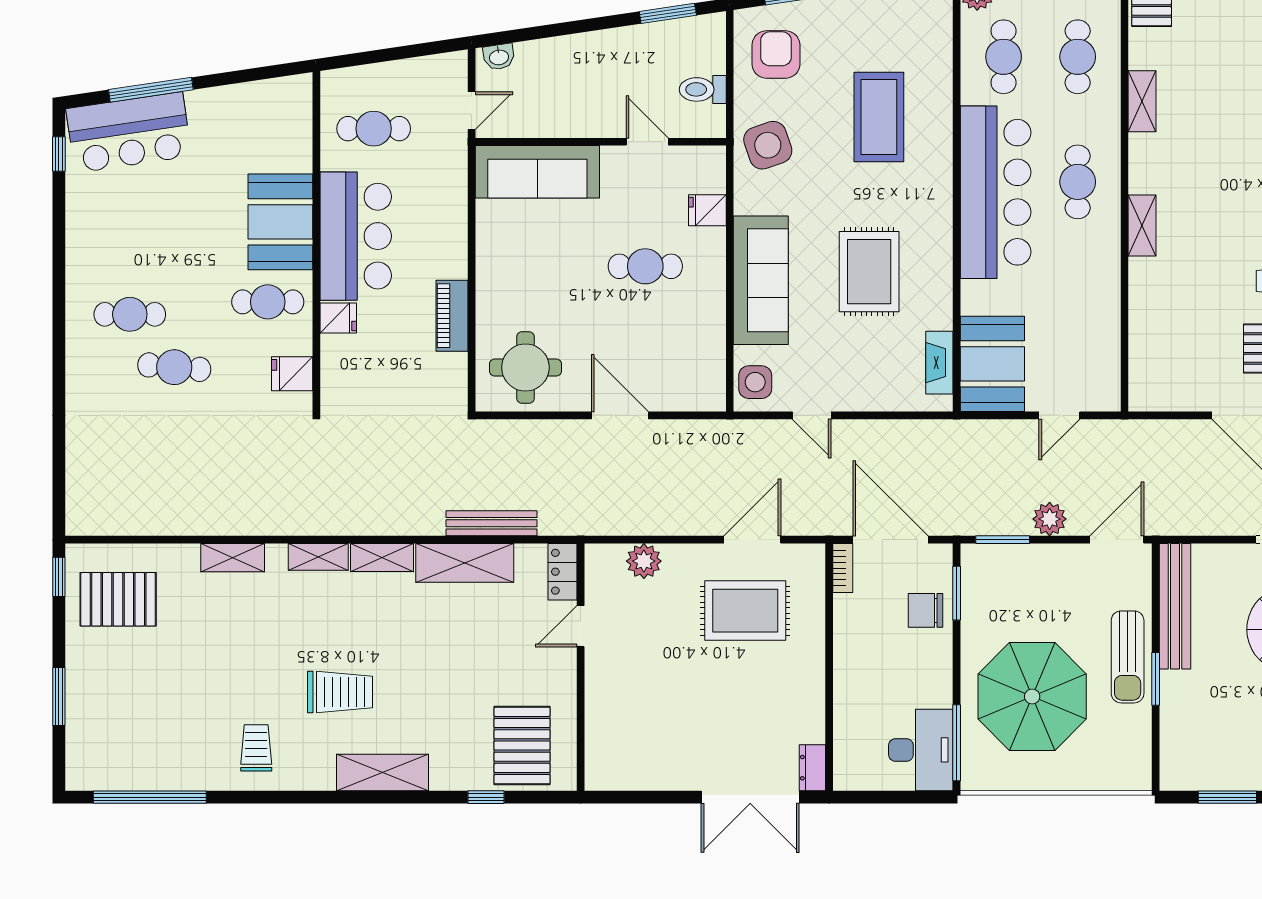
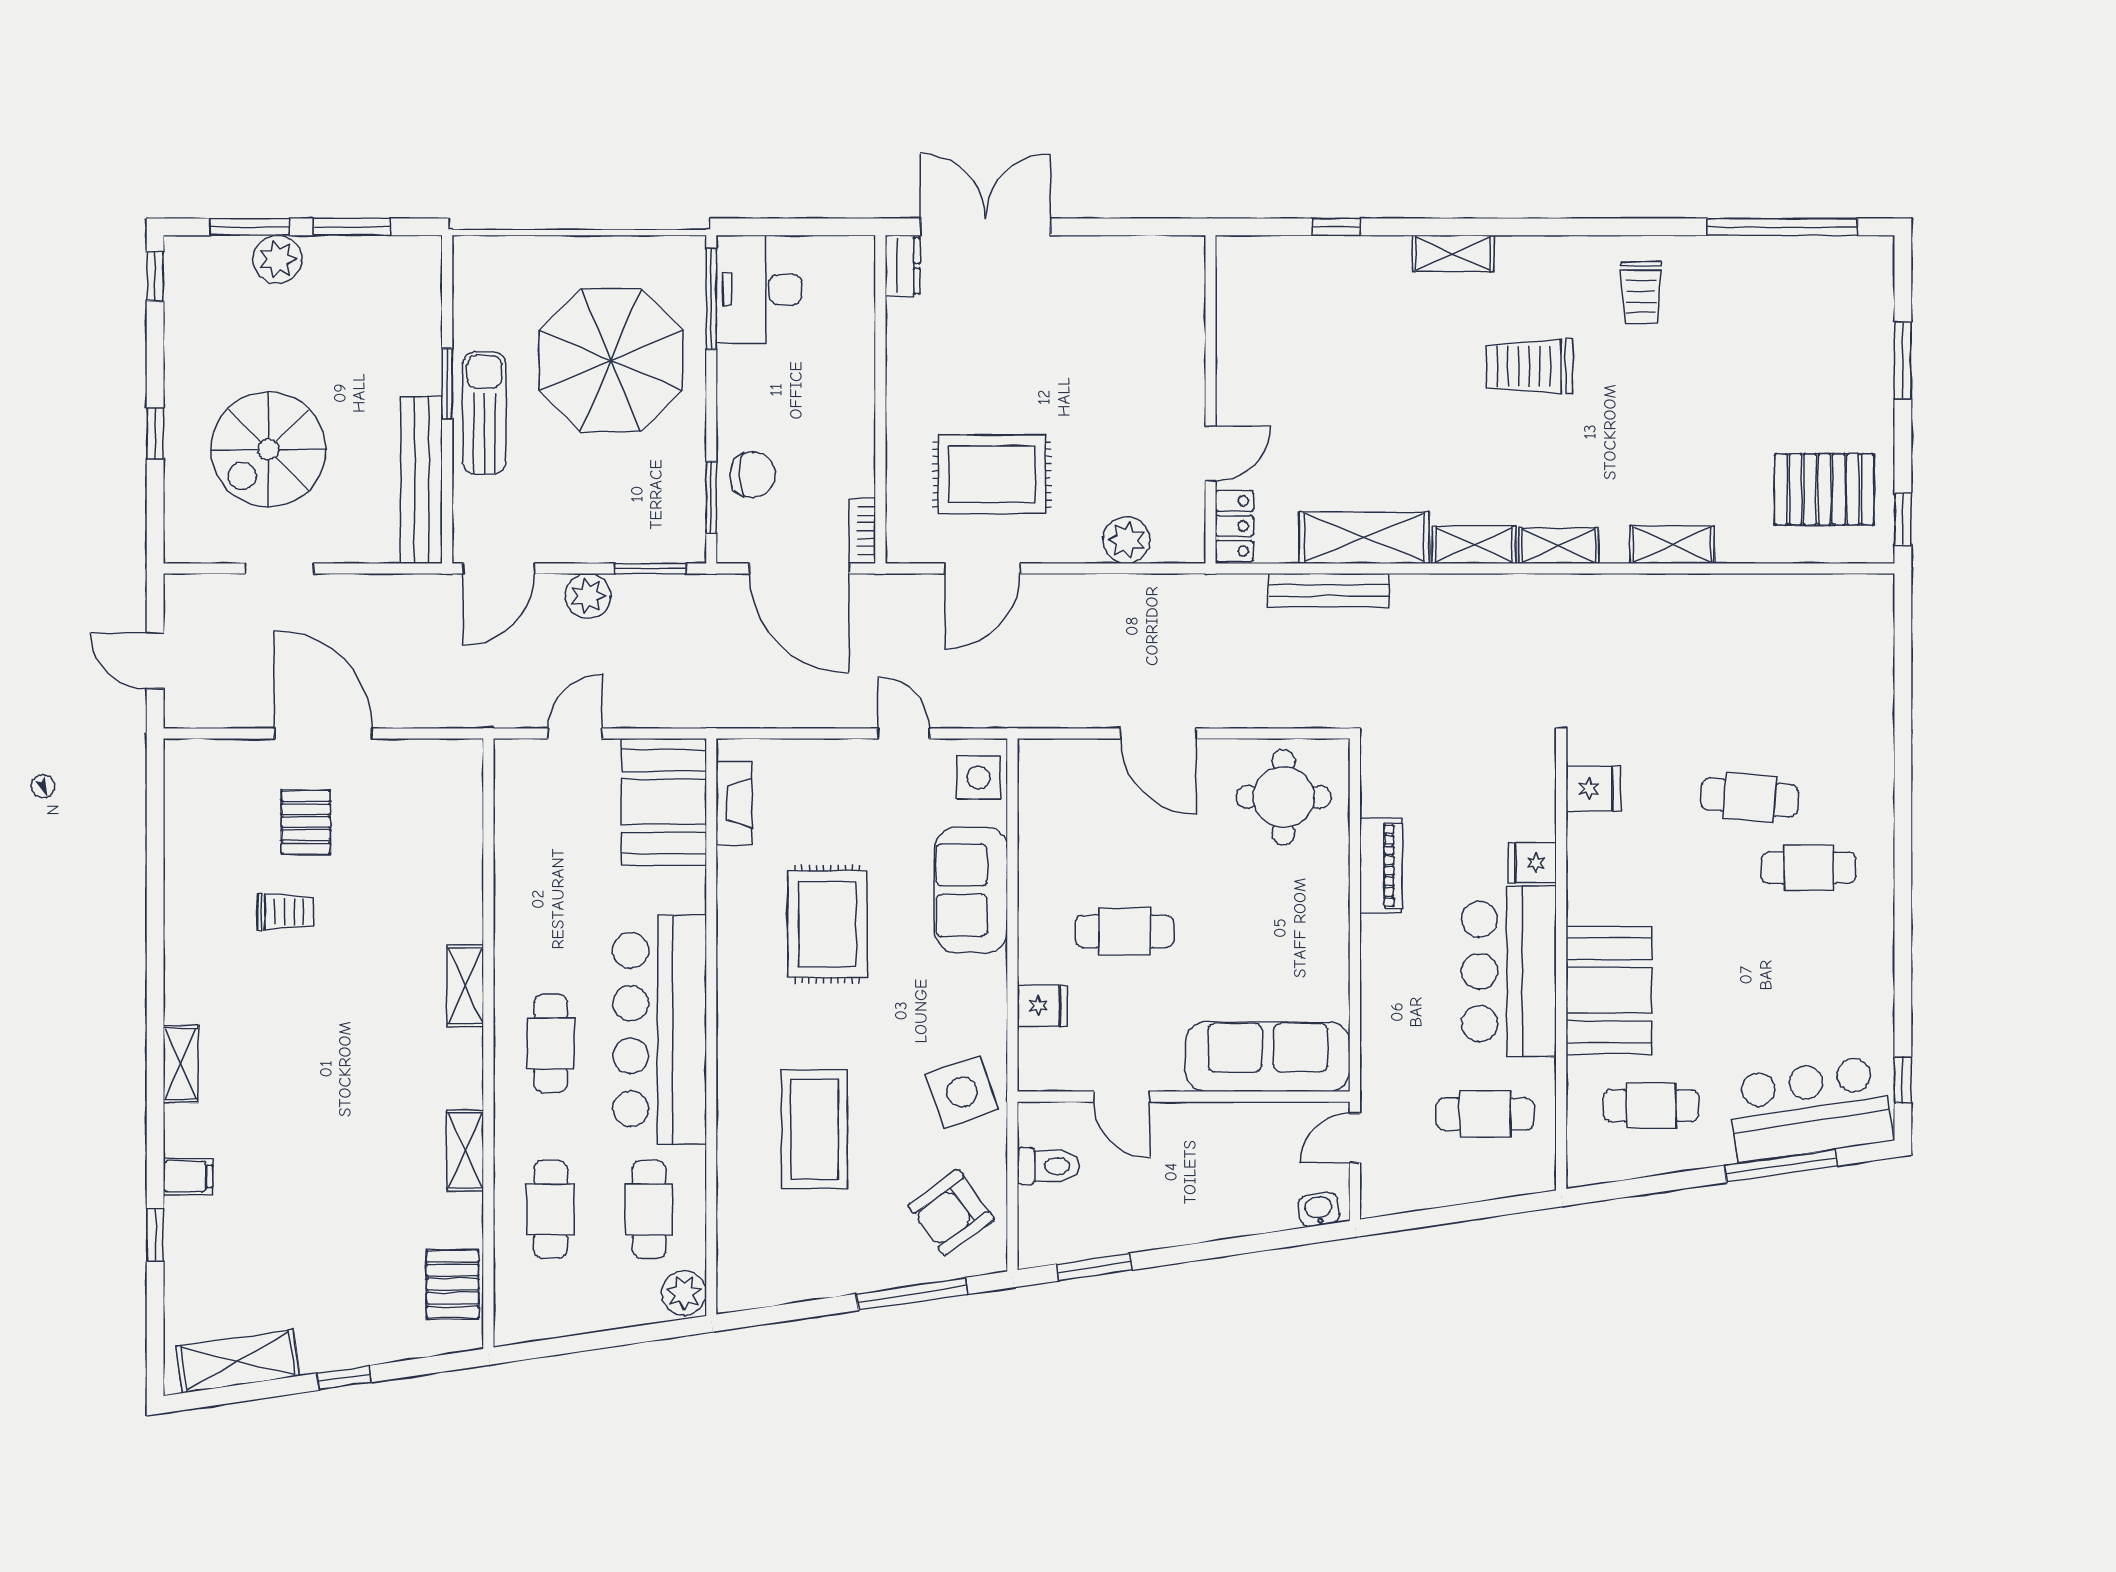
armchair: (776, 55) -> (951, 1212), turned 54
sofa: (761, 280) -> (971, 890), width x0.73
cafe table: (268, 302) -> (1651, 1106), moved
pallet: (522, 745) -> (1288, 295), removed
shelving: (382, 772) -> (1453, 253), width x0.67, depth x0.75

